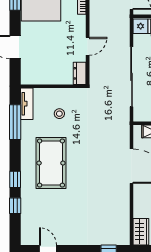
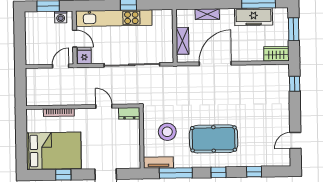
stool: (59, 114) -> (167, 132), width x1.89, depth x1.89
window: (15, 179) -> (218, 172), moved

